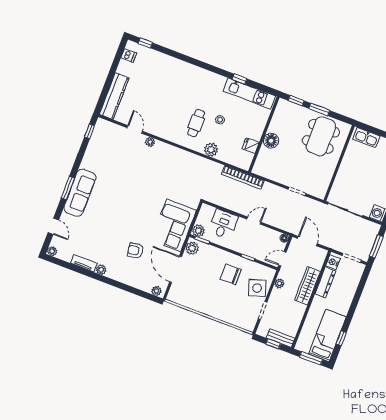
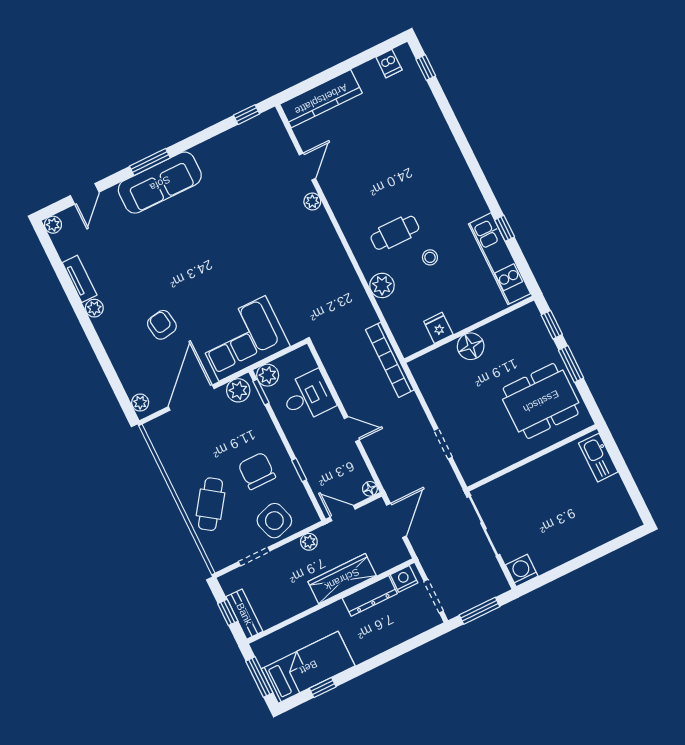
cafe table: (224, 306) -> (211, 504), added

